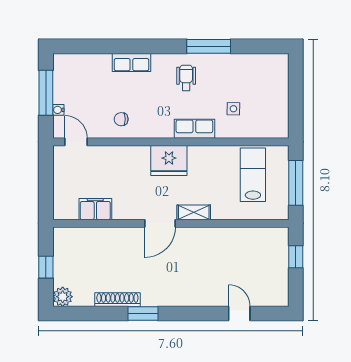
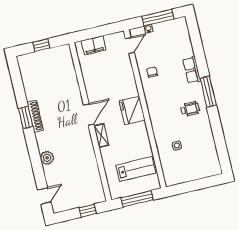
window: (209, 46) -> (208, 92), moved
row of seats: (194, 129) -> (157, 123), removed
filing cabinet: (95, 209) -> (94, 45), moved, turned 90
door: (160, 223) -> (89, 115), swing flipped
plant: (63, 297) -> (47, 158), moved
shoe rack: (117, 300) -> (35, 116), moved
door: (239, 314) -> (44, 196), moved

